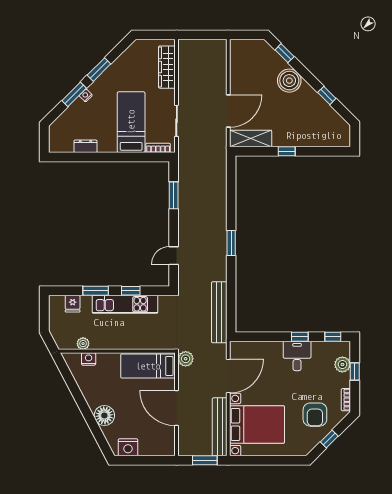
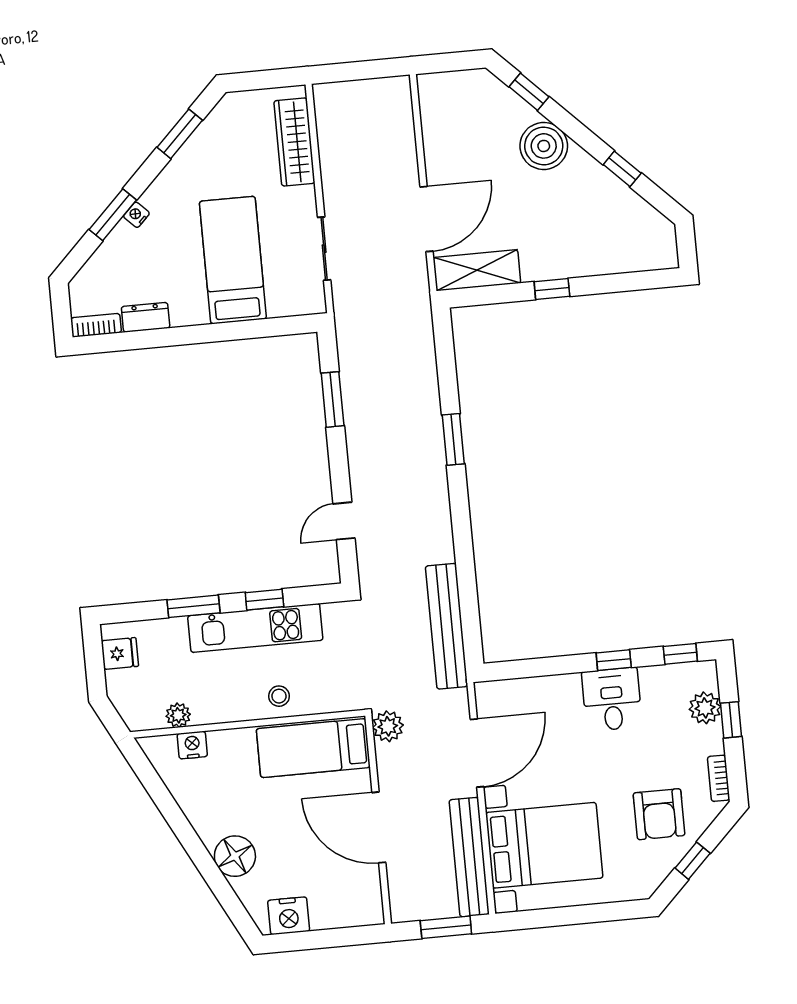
window: (99, 70) -> (180, 134), moved
bookcase: (158, 148) -> (96, 325), moved
window: (231, 243) -> (453, 439), moved
fridge: (73, 304) -> (120, 653), moved, turned -90
stool: (134, 339) -> (279, 696), added

